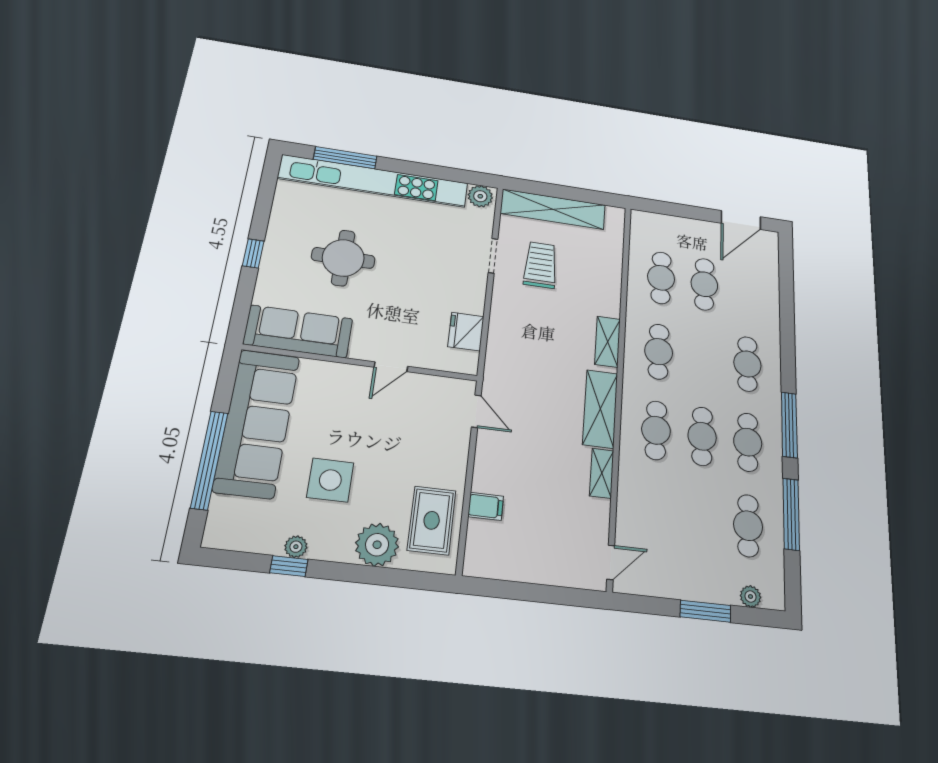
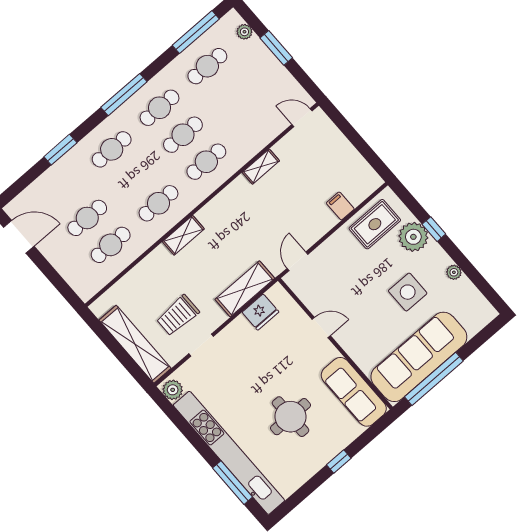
window: (787, 324) -> (60, 150), added
shelving: (600, 409) -> (245, 289), moved
window: (209, 460) -> (434, 379), moved
window: (791, 514) -> (196, 32), moved
window: (289, 566) -> (434, 229), moved

